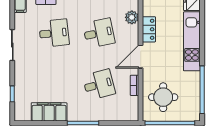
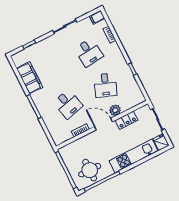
plant: (132, 17) -> (115, 110), moved
desk: (99, 33) -> (105, 85), turned 33
round table: (163, 97) -> (90, 170), moved

